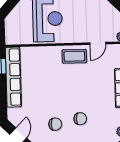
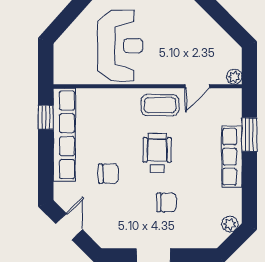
wheelchair: (73, 87) -> (157, 153), added
chair: (55, 124) -> (108, 174), moved

